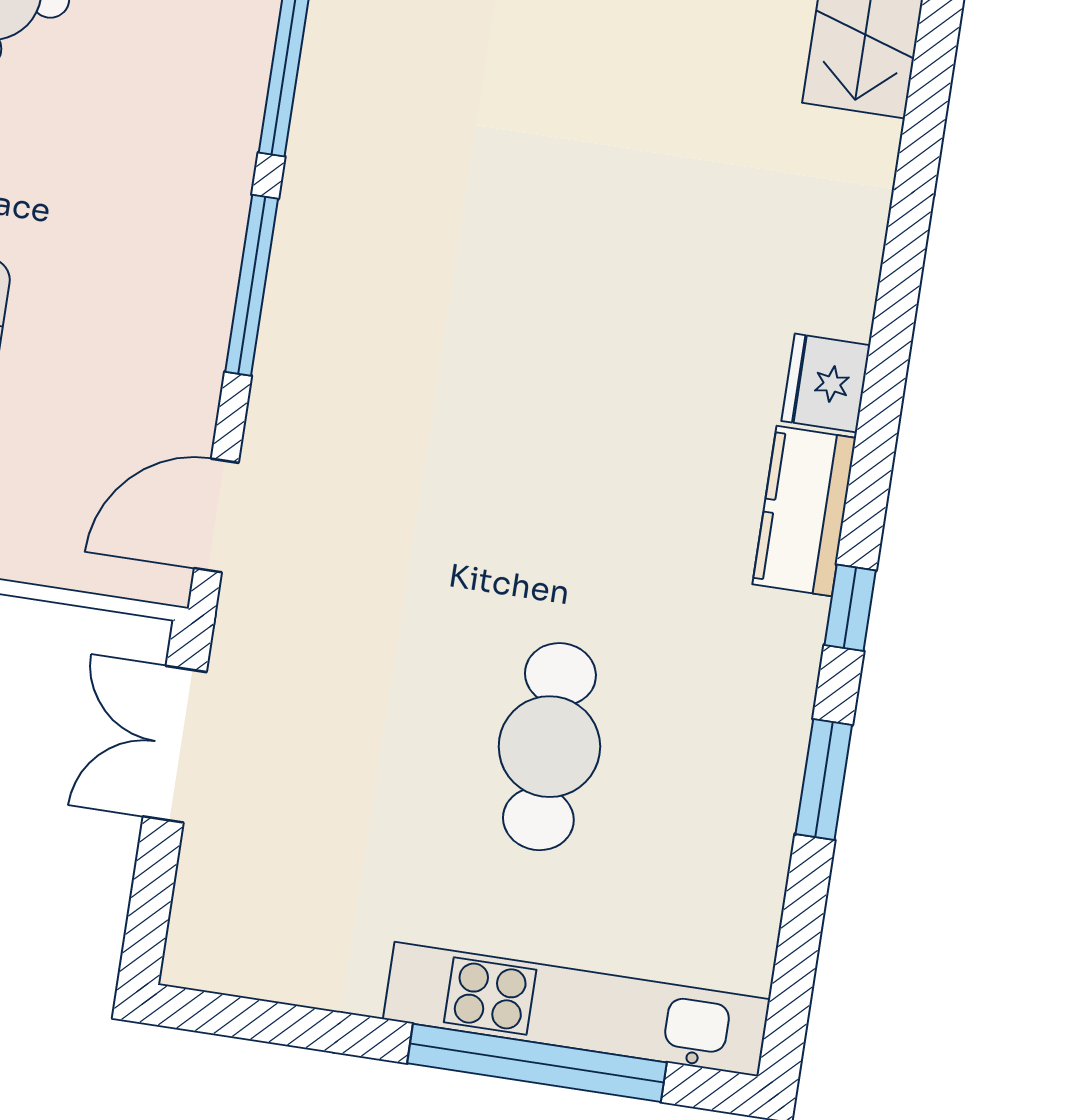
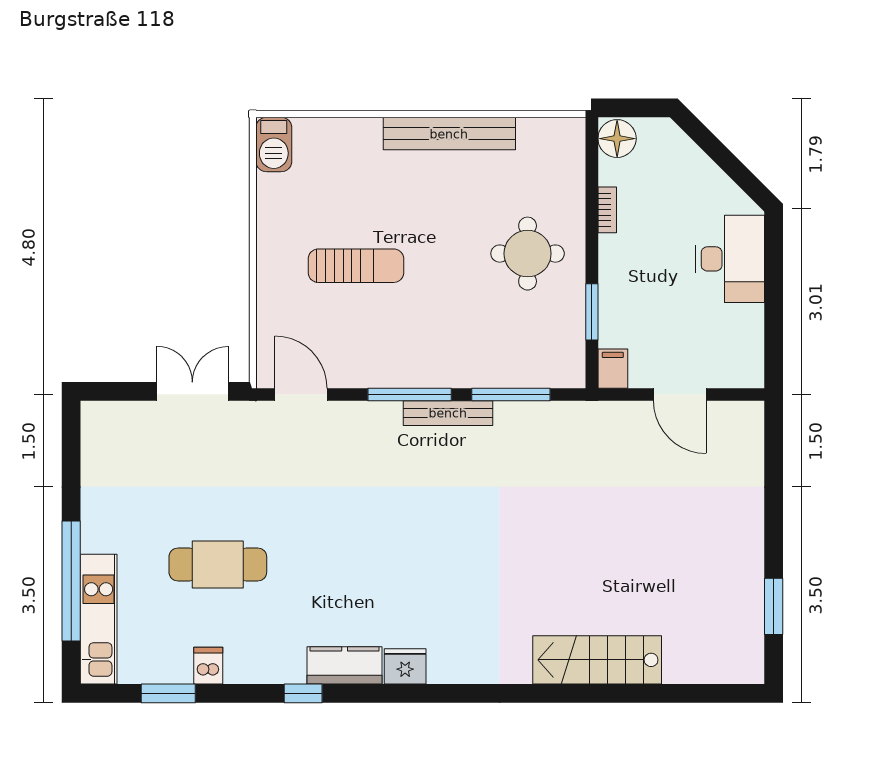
bench: (303, 210) -> (448, 413), added
window: (824, 780) -> (168, 693), moved
dishwasher: (761, 800) -> (208, 666), added
kitchen unit: (576, 1009) -> (99, 619), width x0.73

